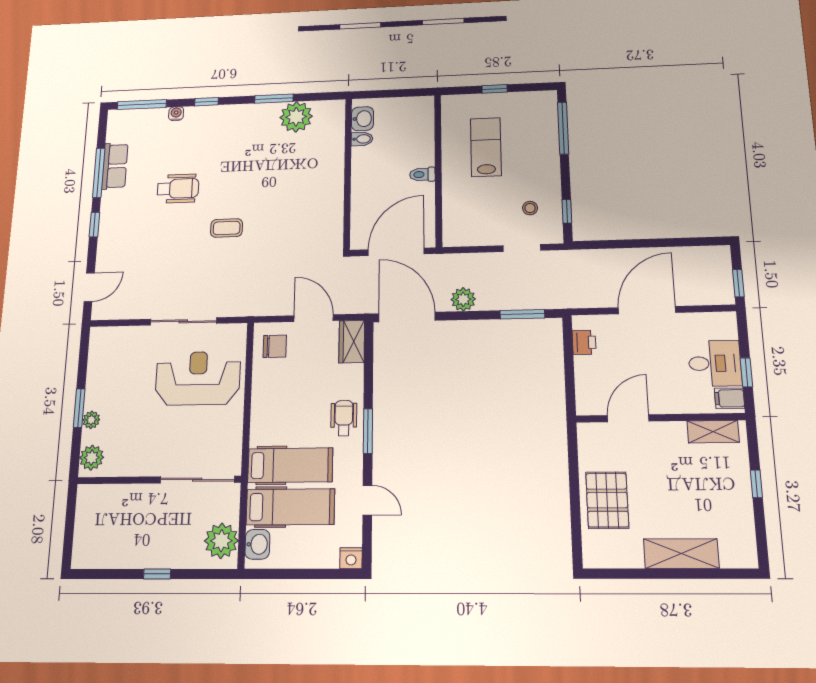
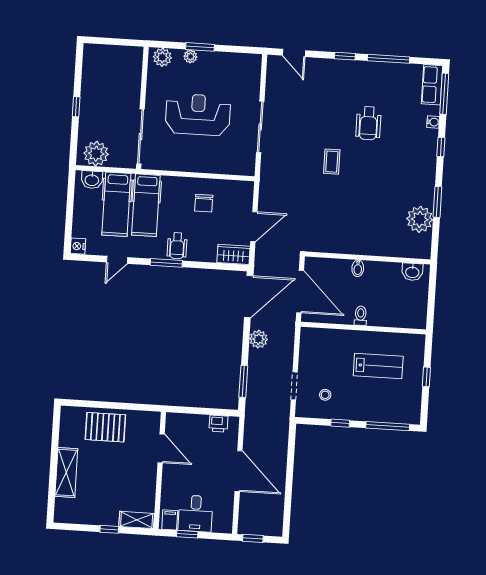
bidet: (362, 139) -> (358, 268), moved
row of seats: (115, 166) -> (432, 85), moved, turned 90
window: (567, 211) -> (340, 423), moved
chair: (275, 346) -> (204, 203), moved
reception desk: (198, 378) -> (198, 115), moved, turned -90
wheelchair: (344, 418) -> (177, 246), turned 90
shelving: (713, 432) -> (137, 520), moved, turned 90

